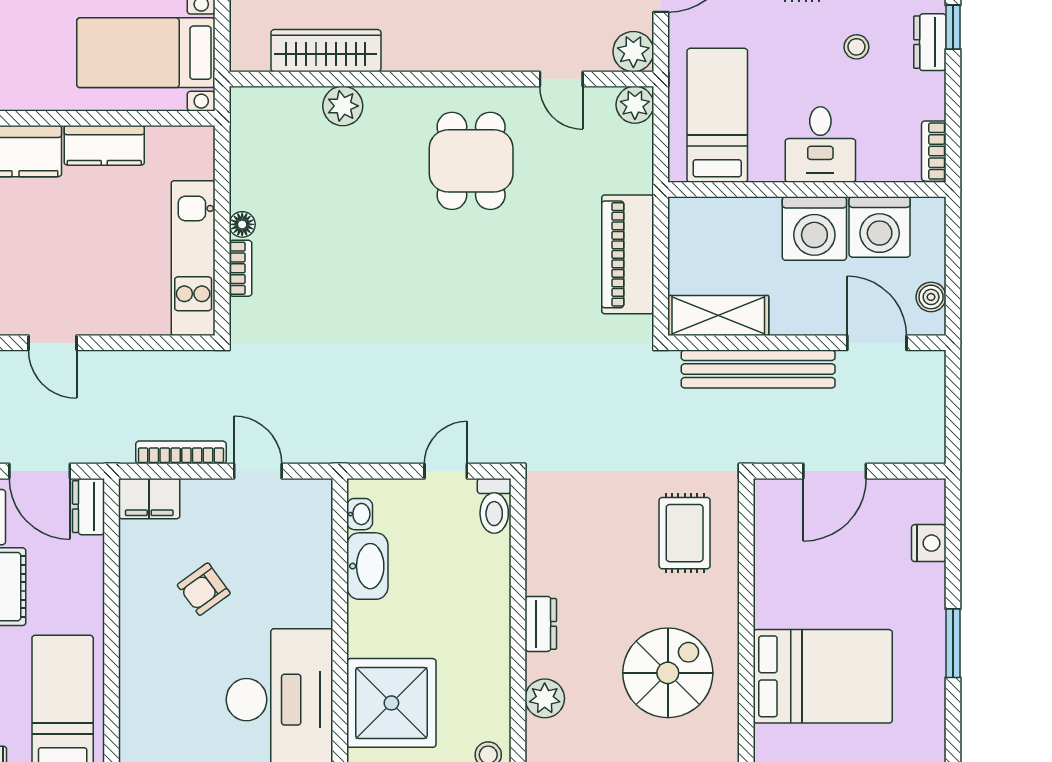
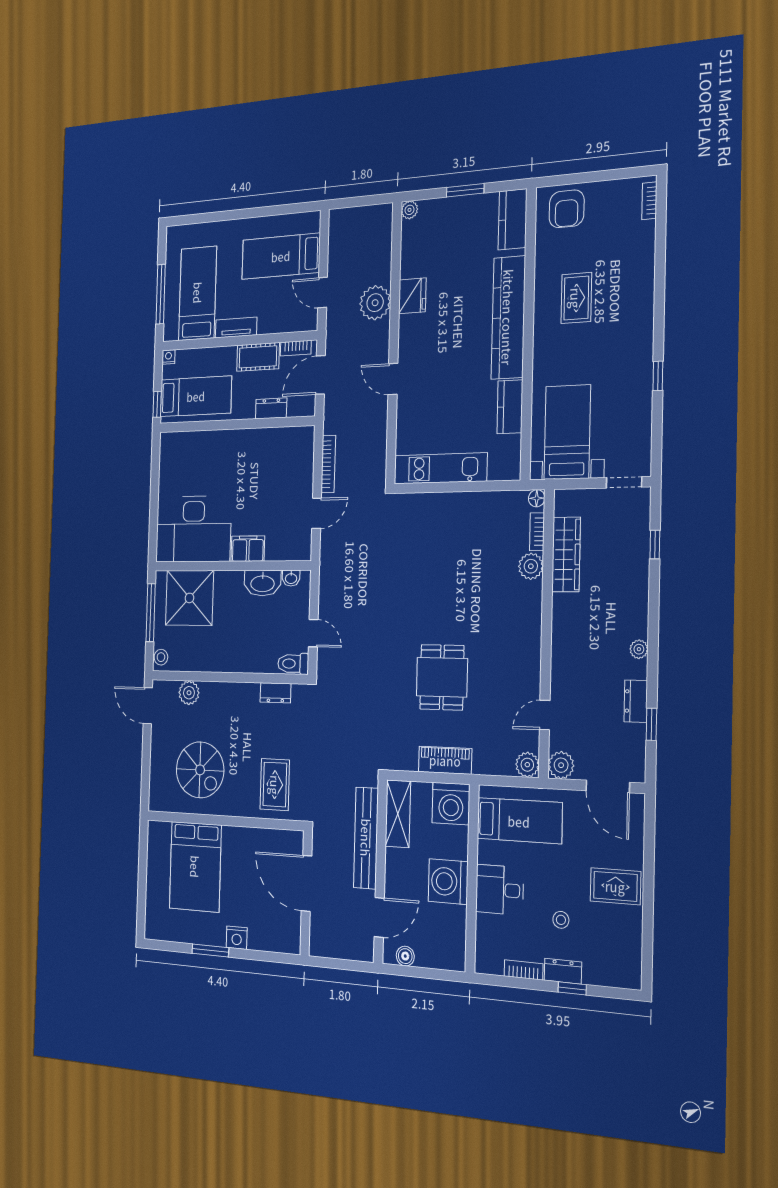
bookcase: (934, 151) -> (523, 970), moved
dining table: (471, 161) -> (442, 677), moved, turned 90
floor lamp: (242, 224) -> (537, 498), moved
washing machine: (880, 227) -> (451, 804), moved, turned -90
piano: (628, 254) -> (445, 760), width x0.73, depth x0.75
bookcase: (240, 268) -> (537, 532), moved, turned 90
door: (52, 343) -> (393, 379), hinge flipped
door: (835, 471) -> (306, 883), width x1.36
filing cabinet: (149, 499) -> (248, 549), moved, turned 90
dresser: (89, 507) -> (271, 408), moved
rug: (685, 533) -> (275, 785), turned 90
nightstand: (929, 543) -> (237, 938), moved
armchair: (204, 589) -> (253, 481), removed
dresser: (541, 624) -> (276, 693), moved

